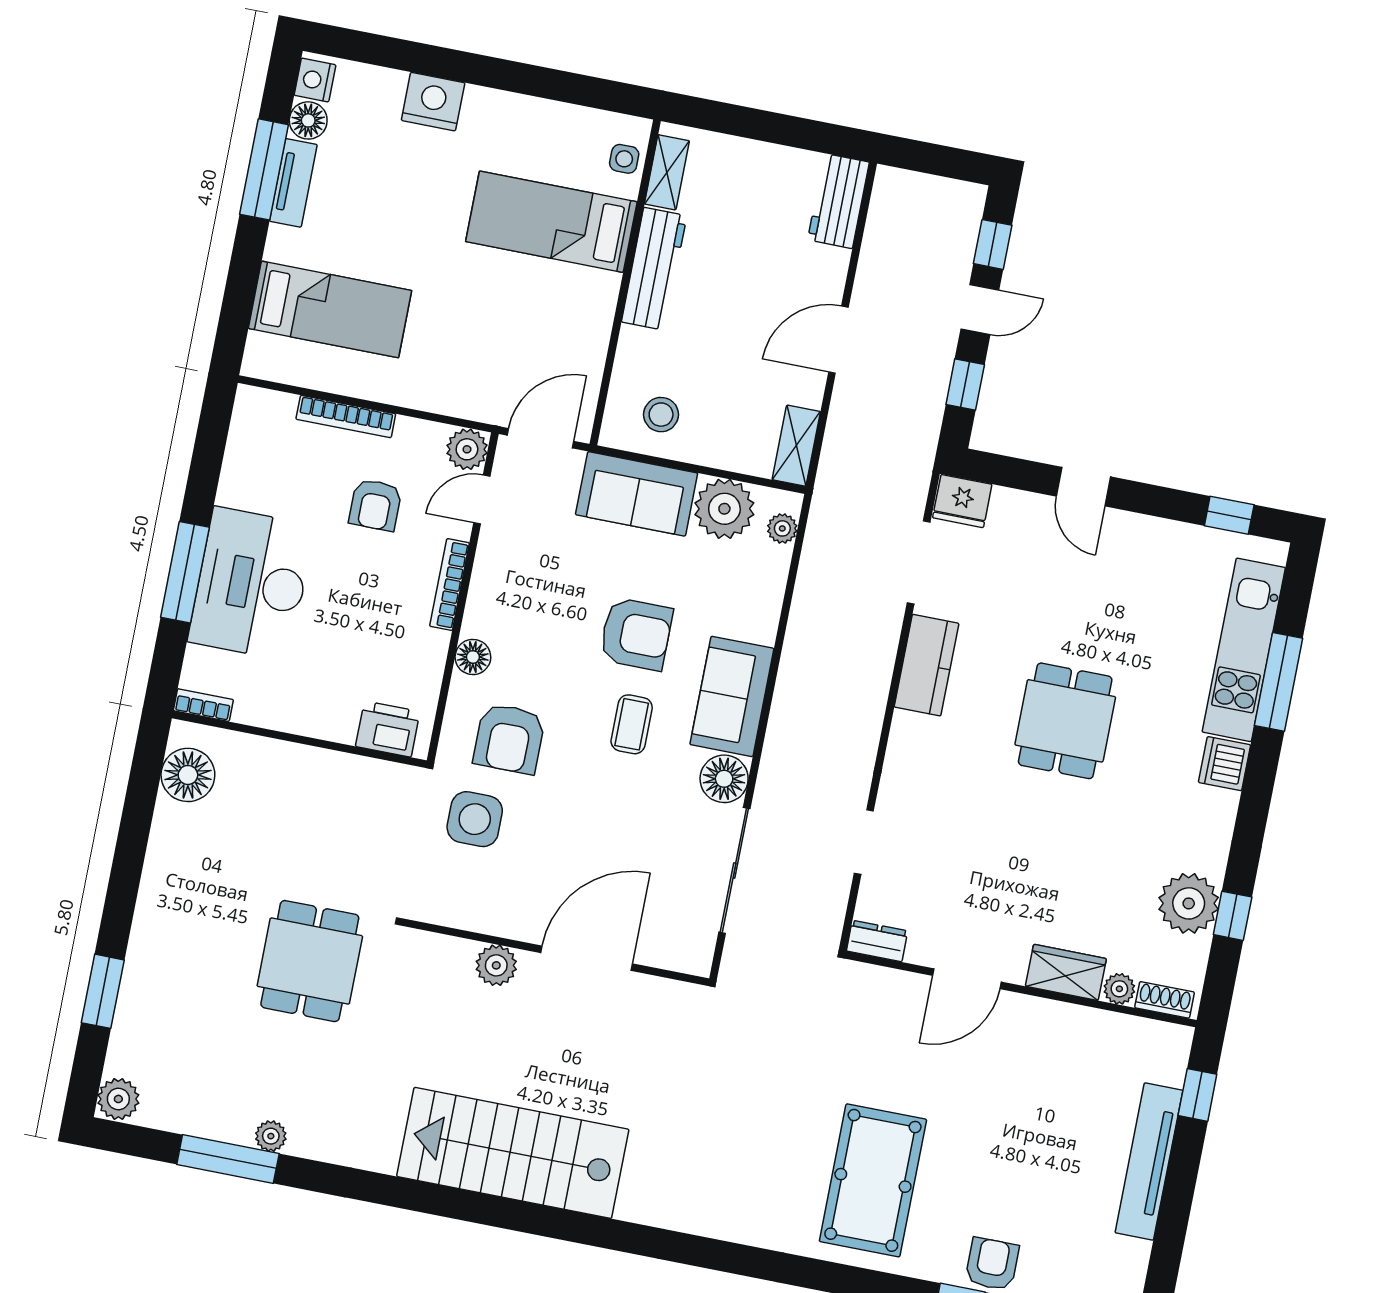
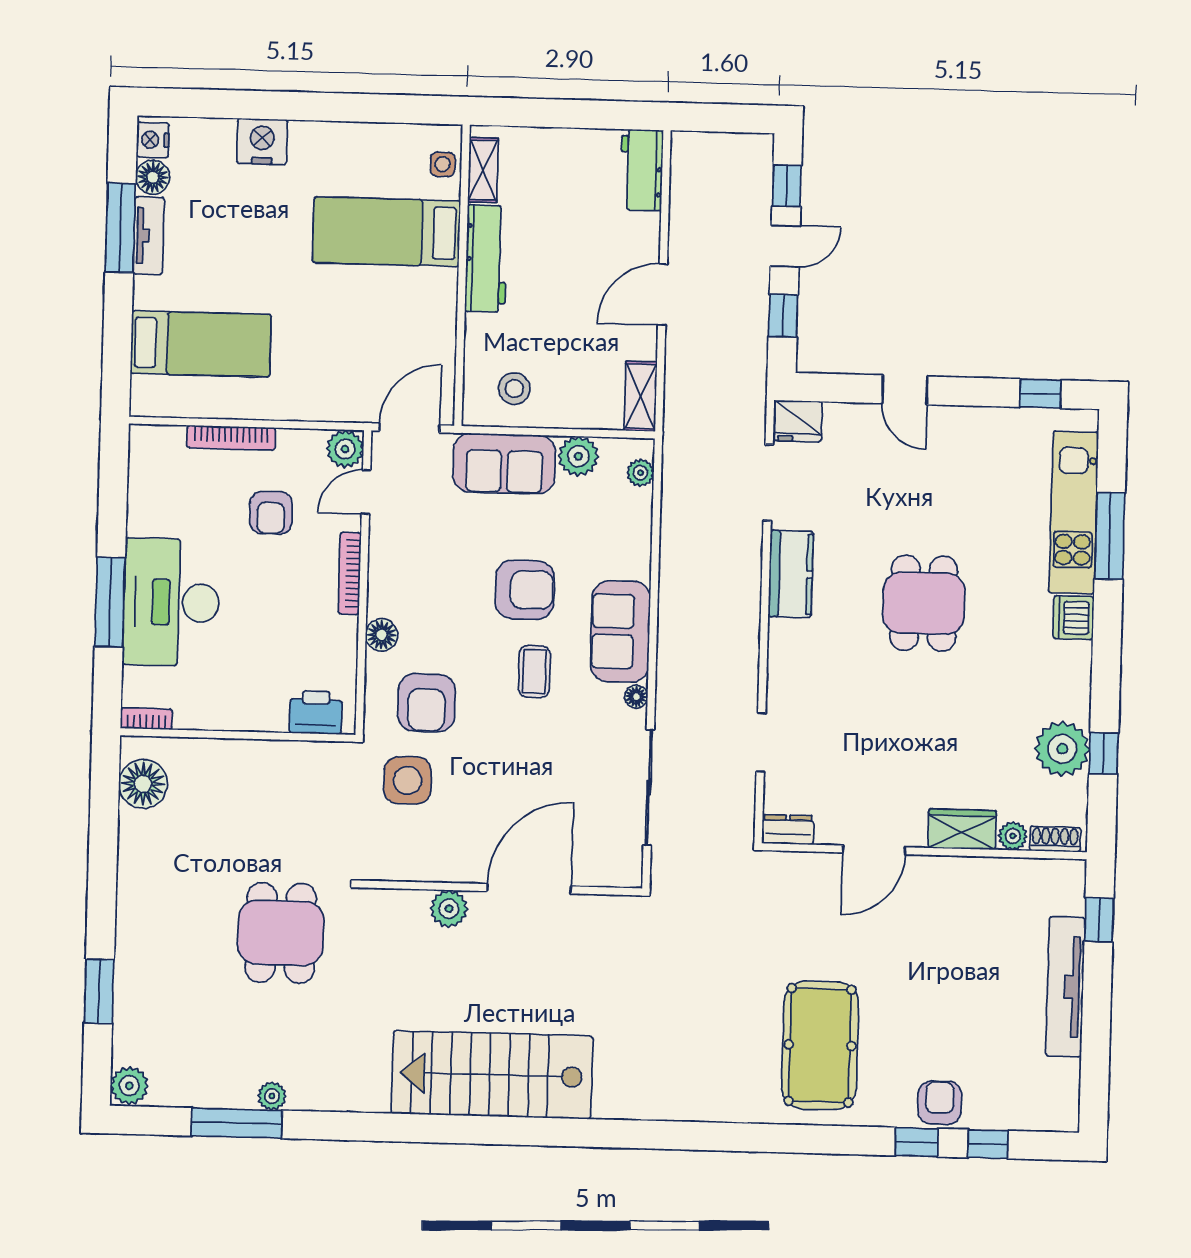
plant: (724, 509) -> (578, 456), width x0.73, depth x0.73
floor lamp: (724, 779) -> (636, 697), width x0.53, depth x0.53

